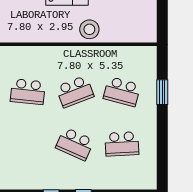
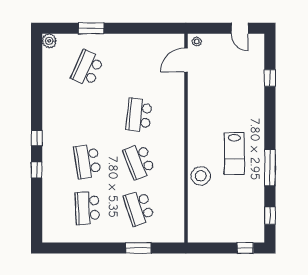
school desk: (122, 92) -> (139, 208), turned -33
school desk: (75, 144) -> (87, 161), turned -33

